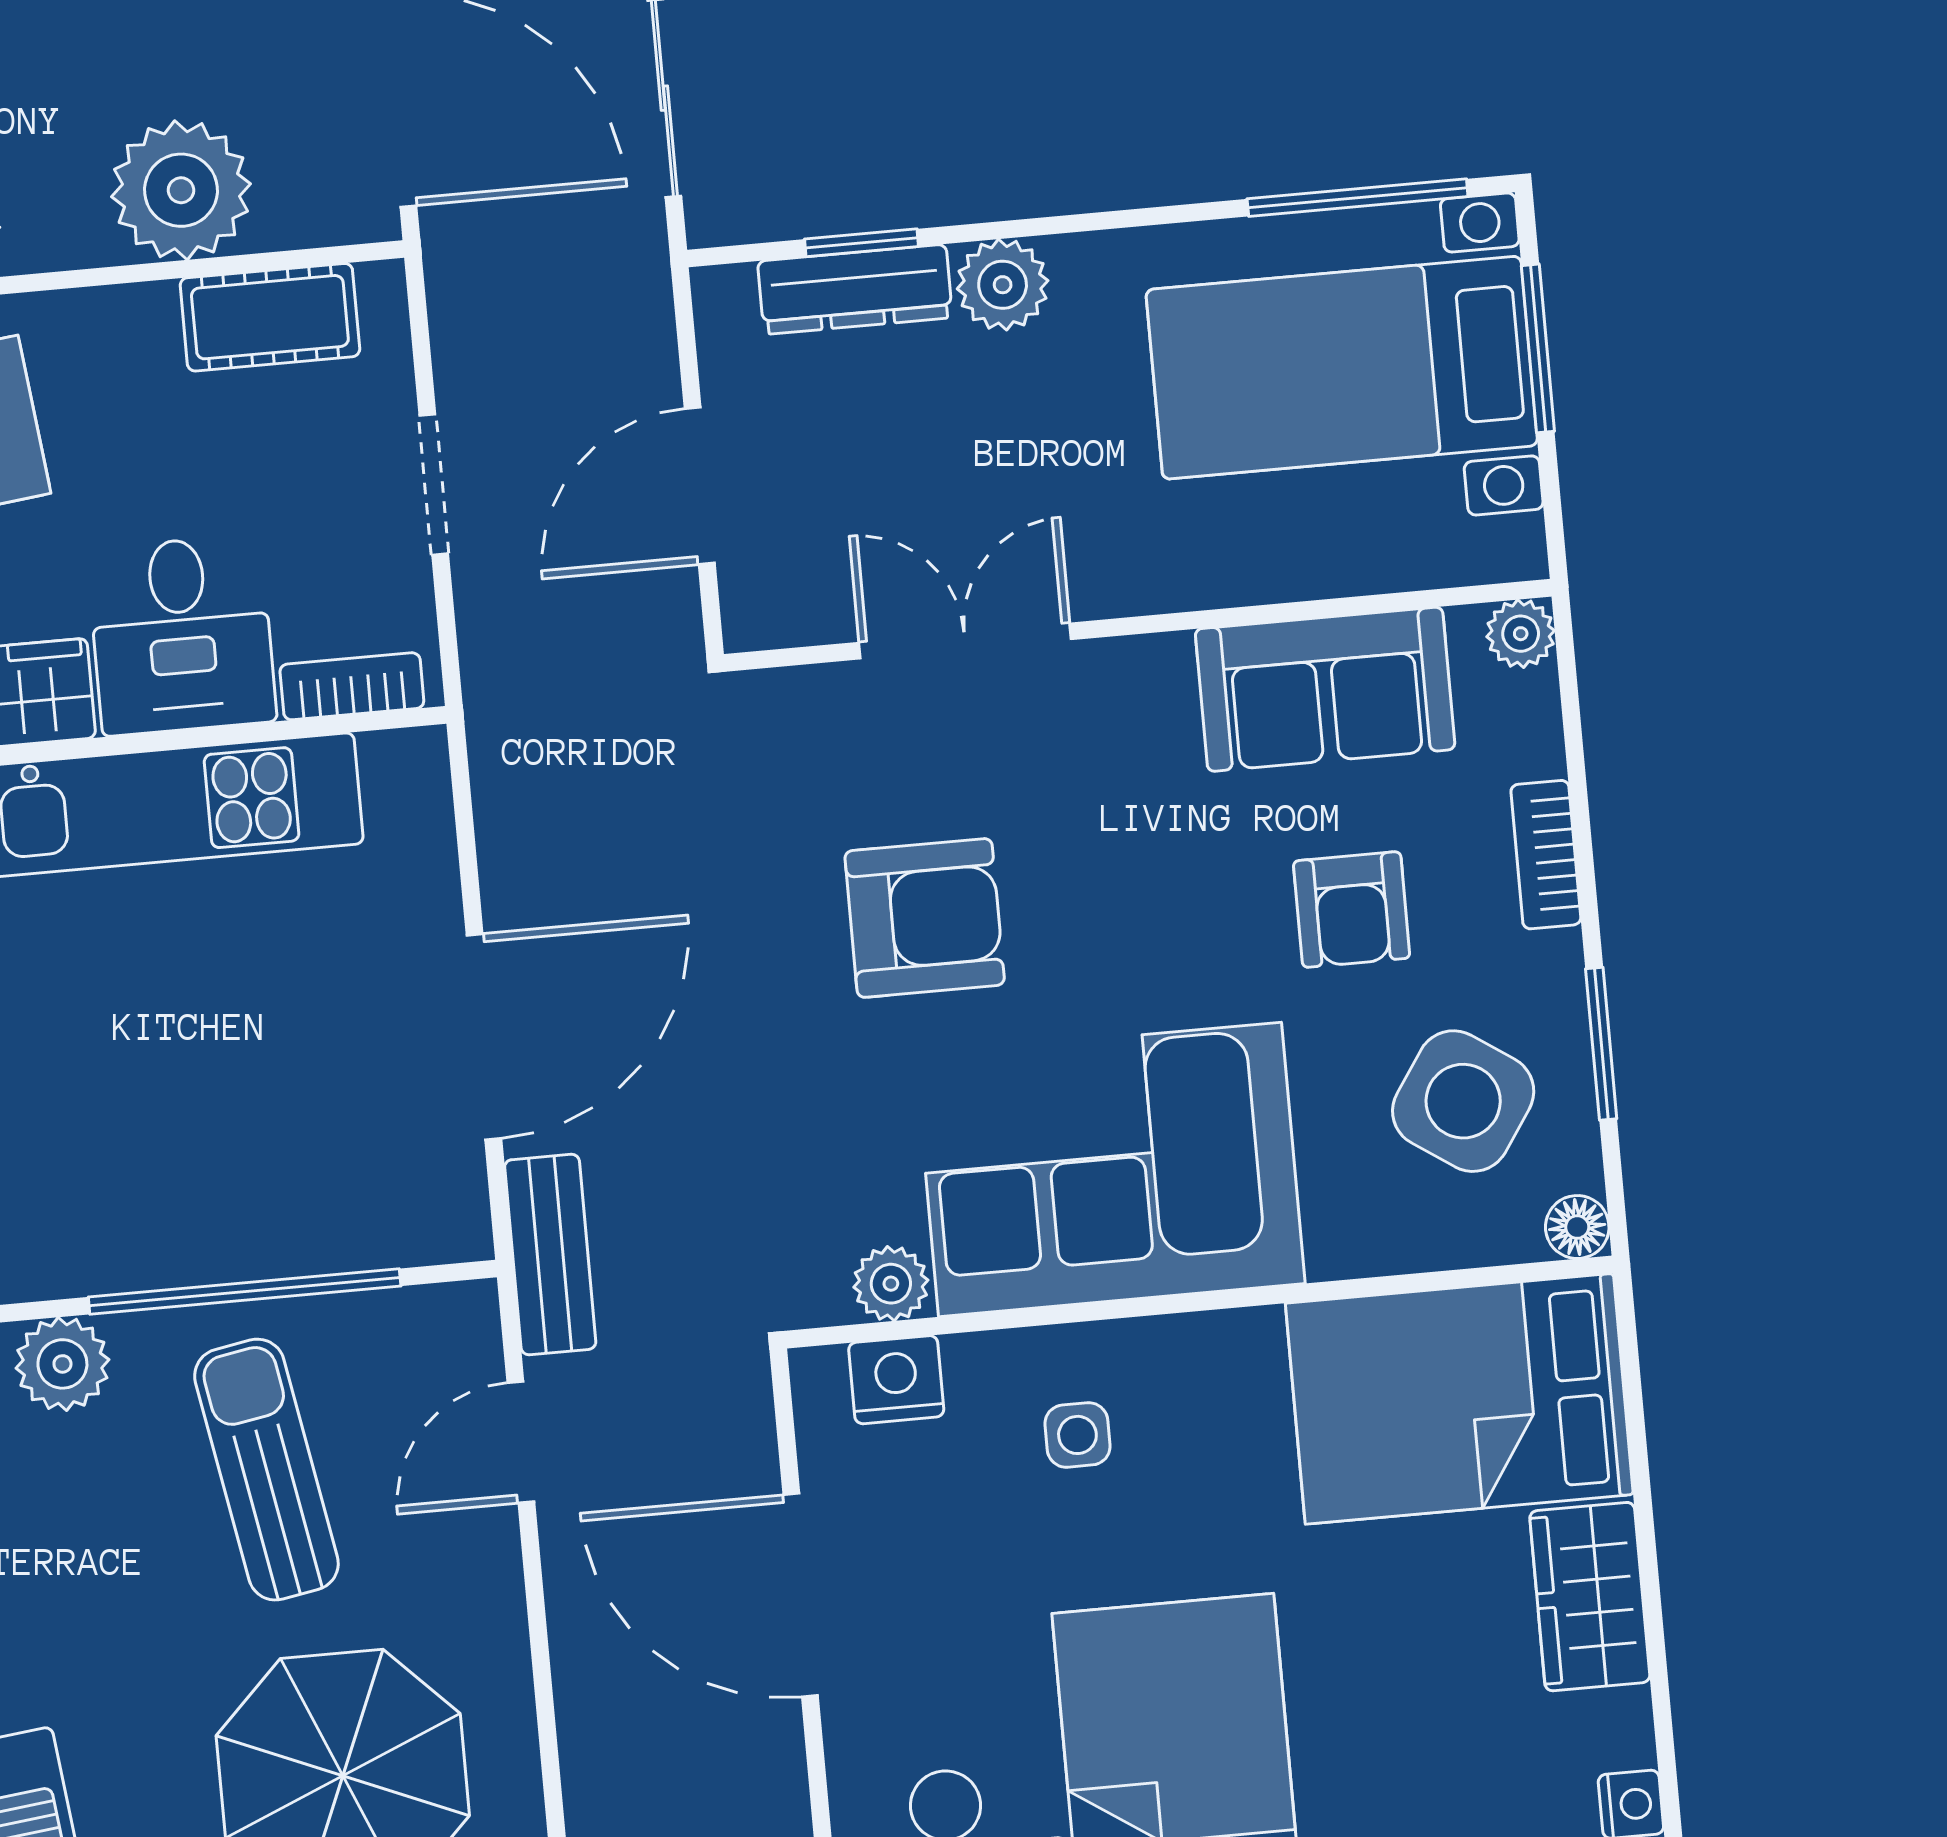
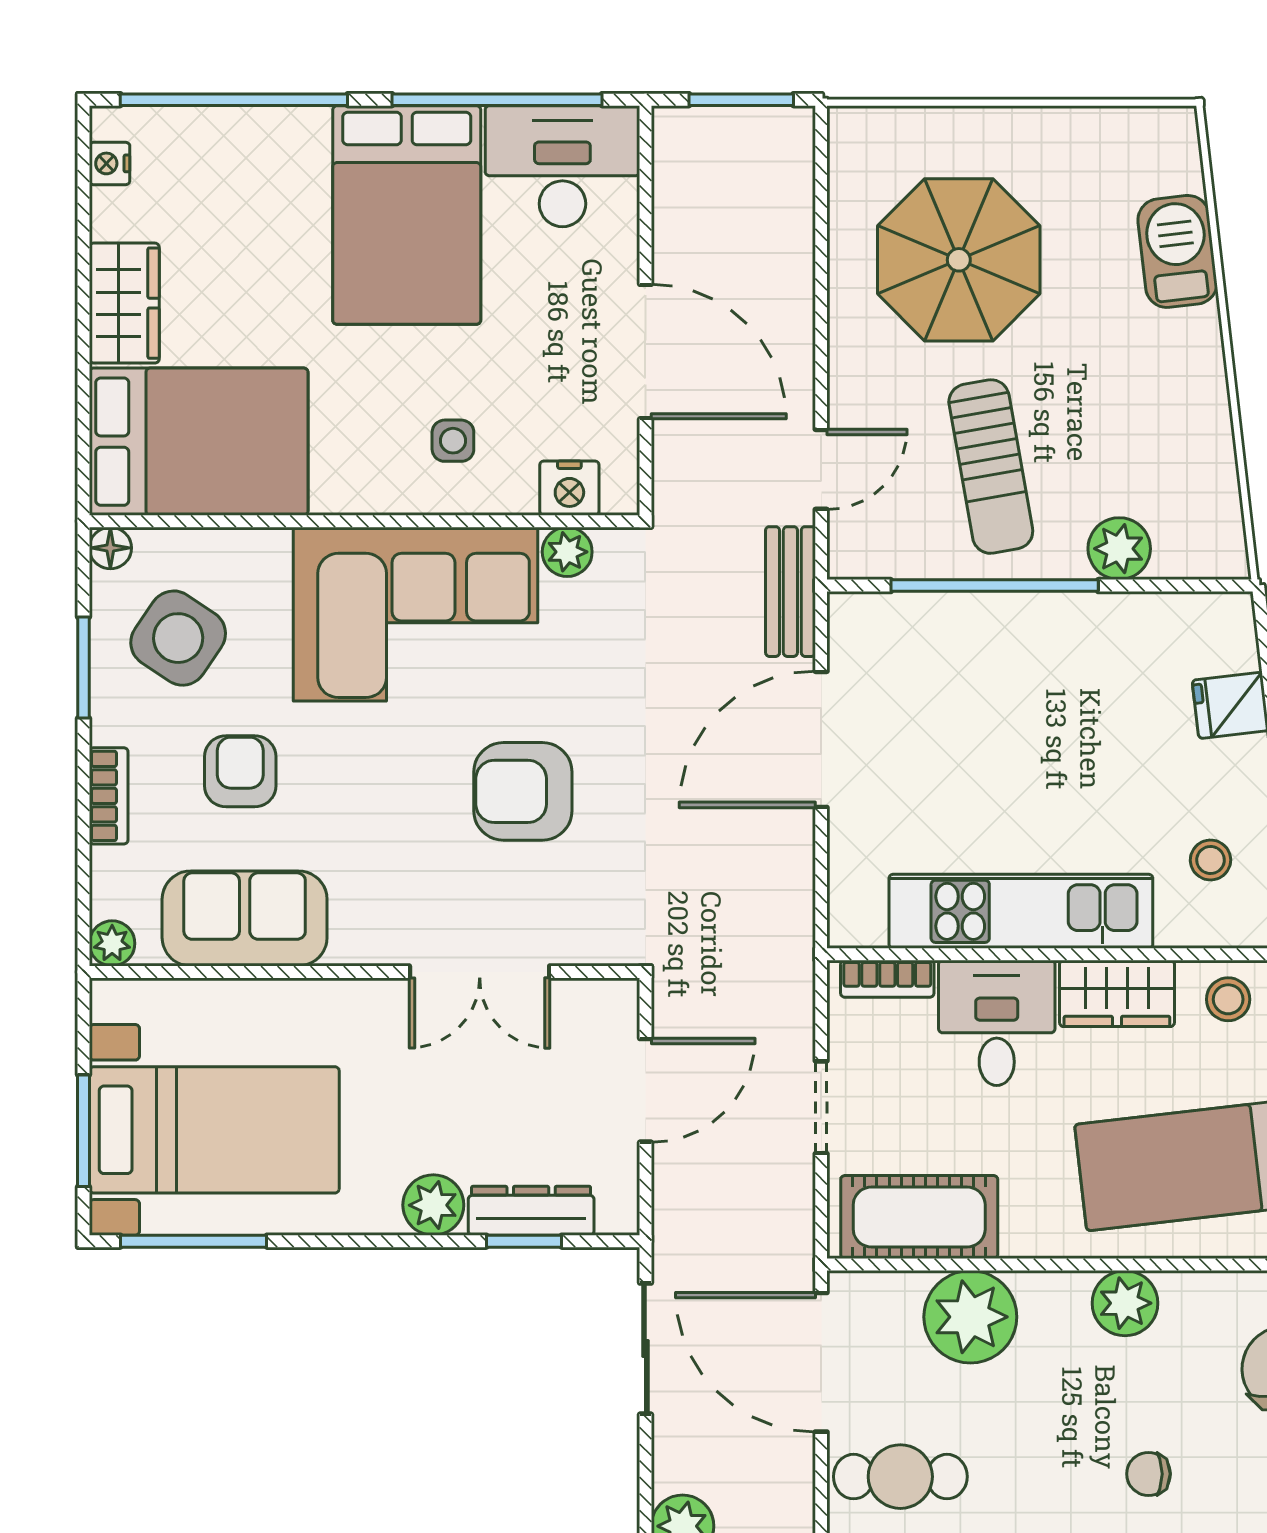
cot: (270, 317) -> (919, 1217), width x1.37, depth x1.34

